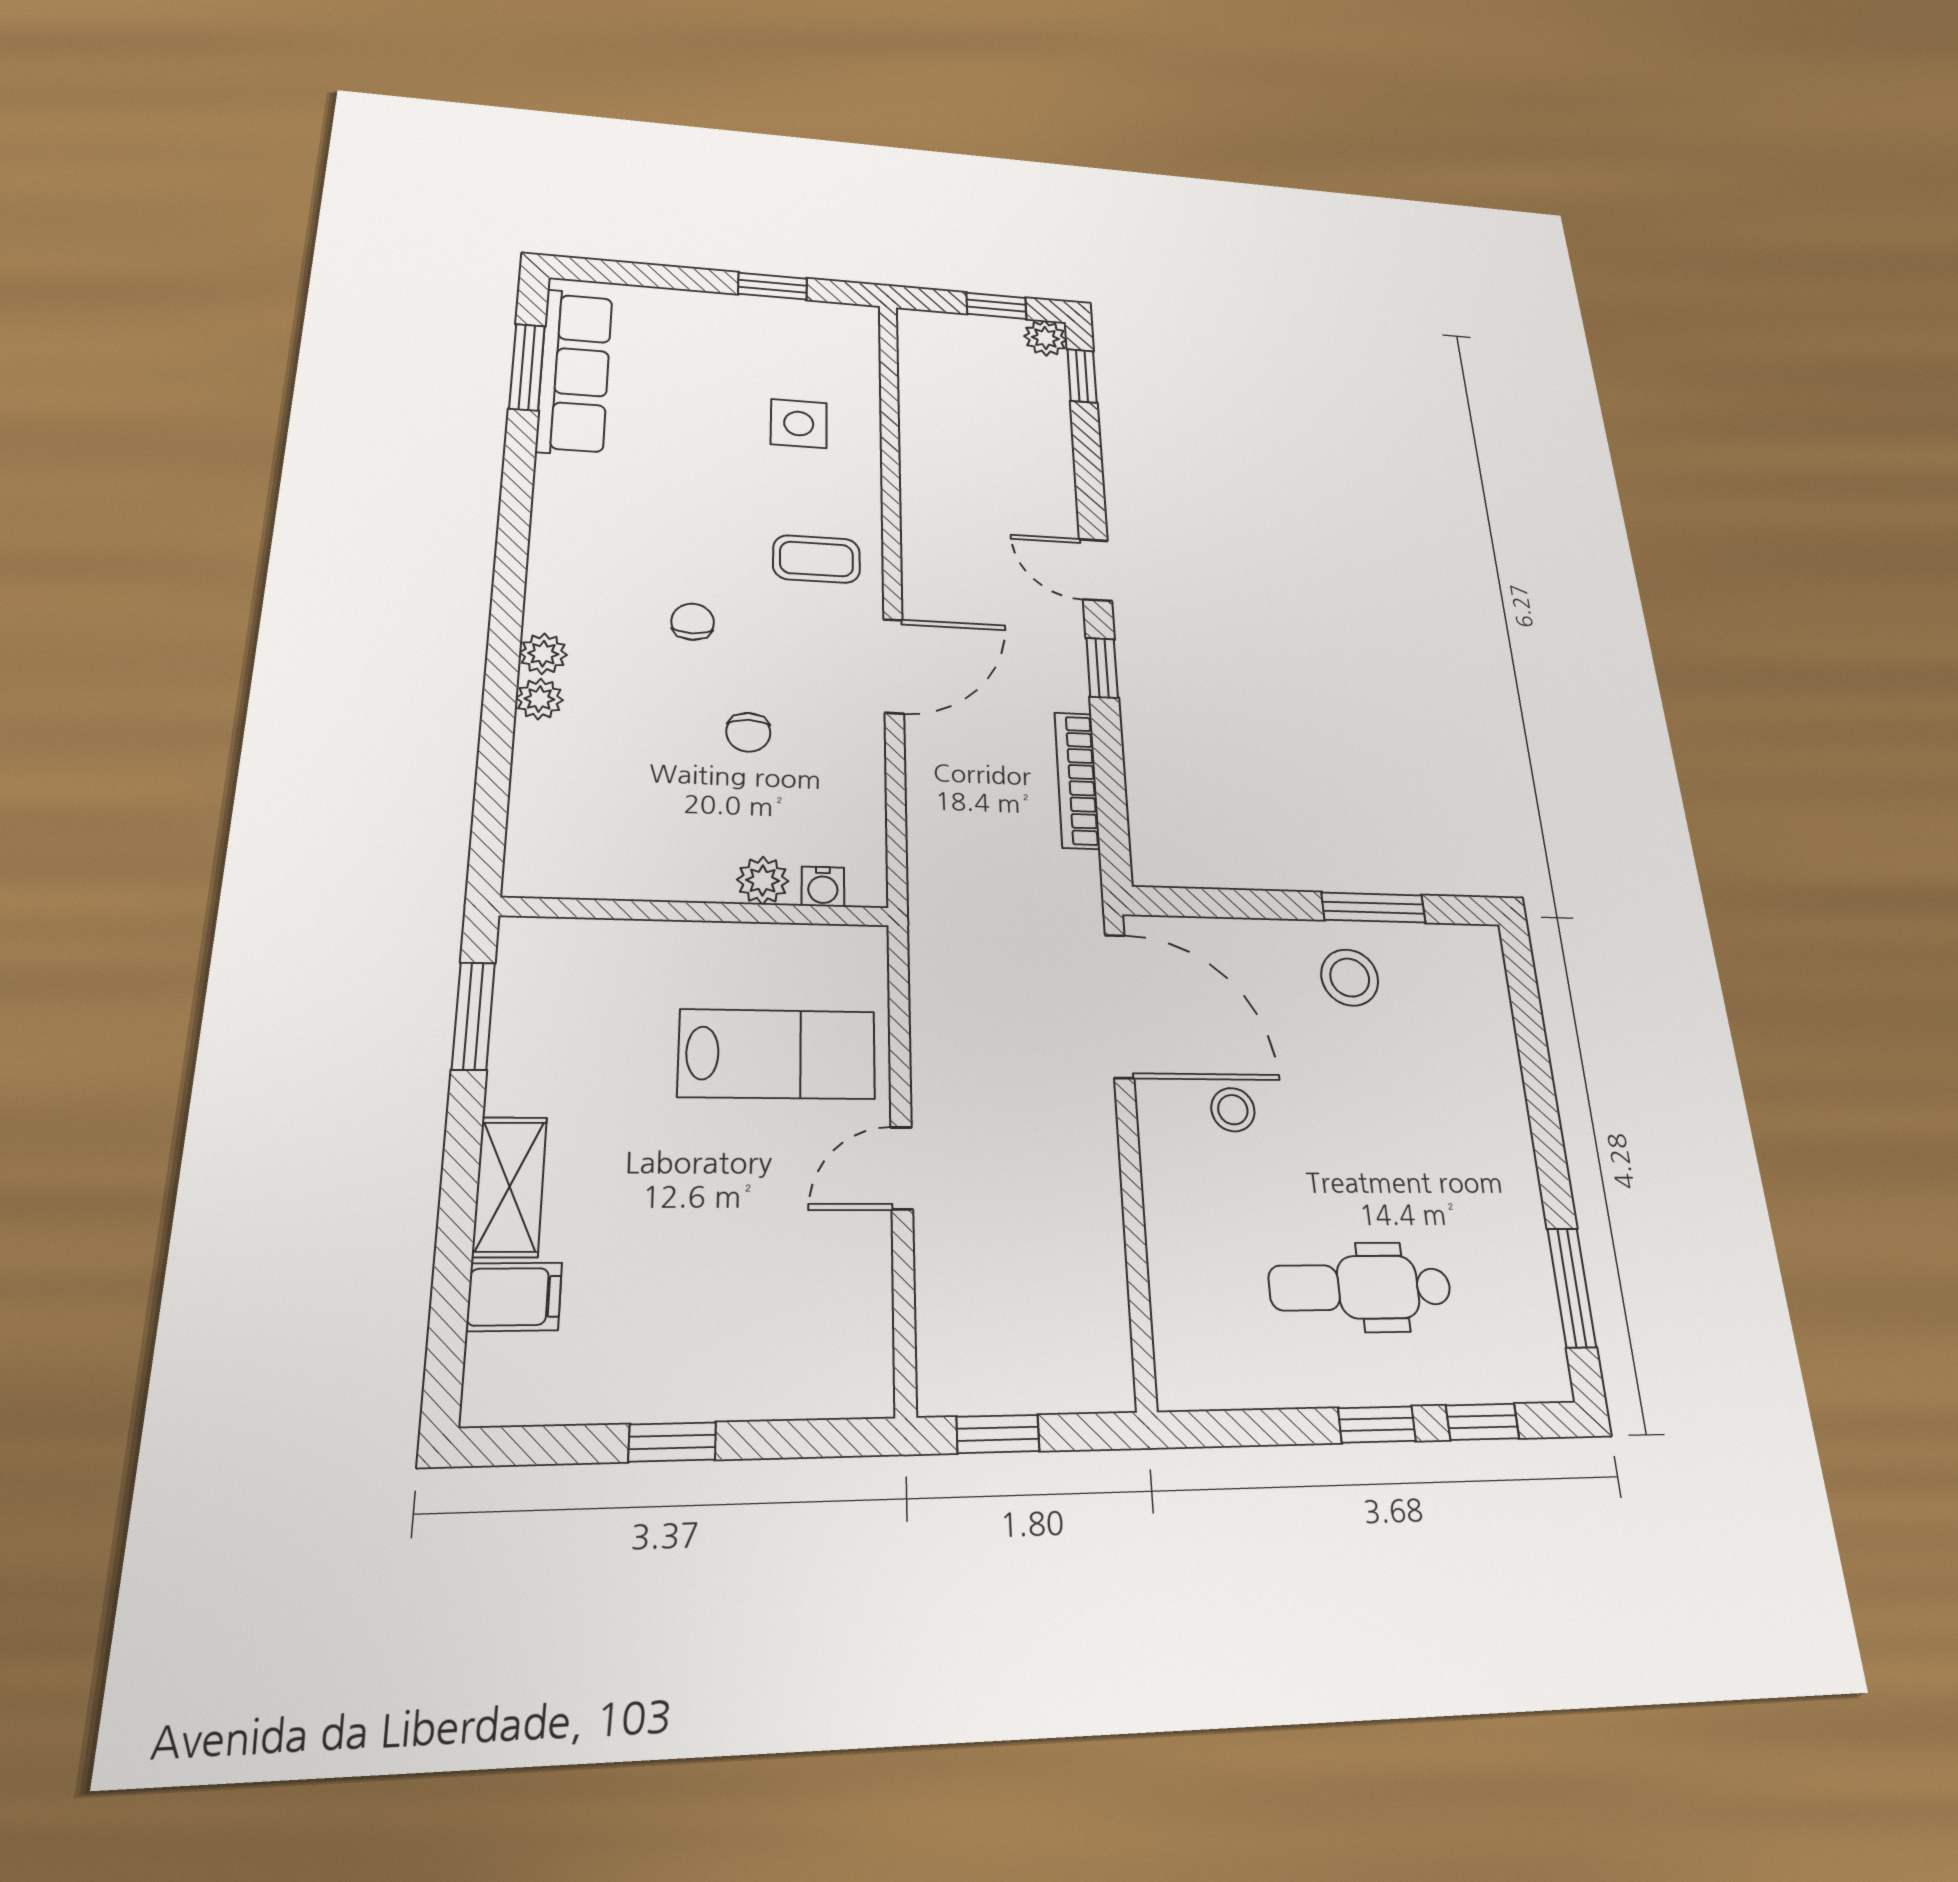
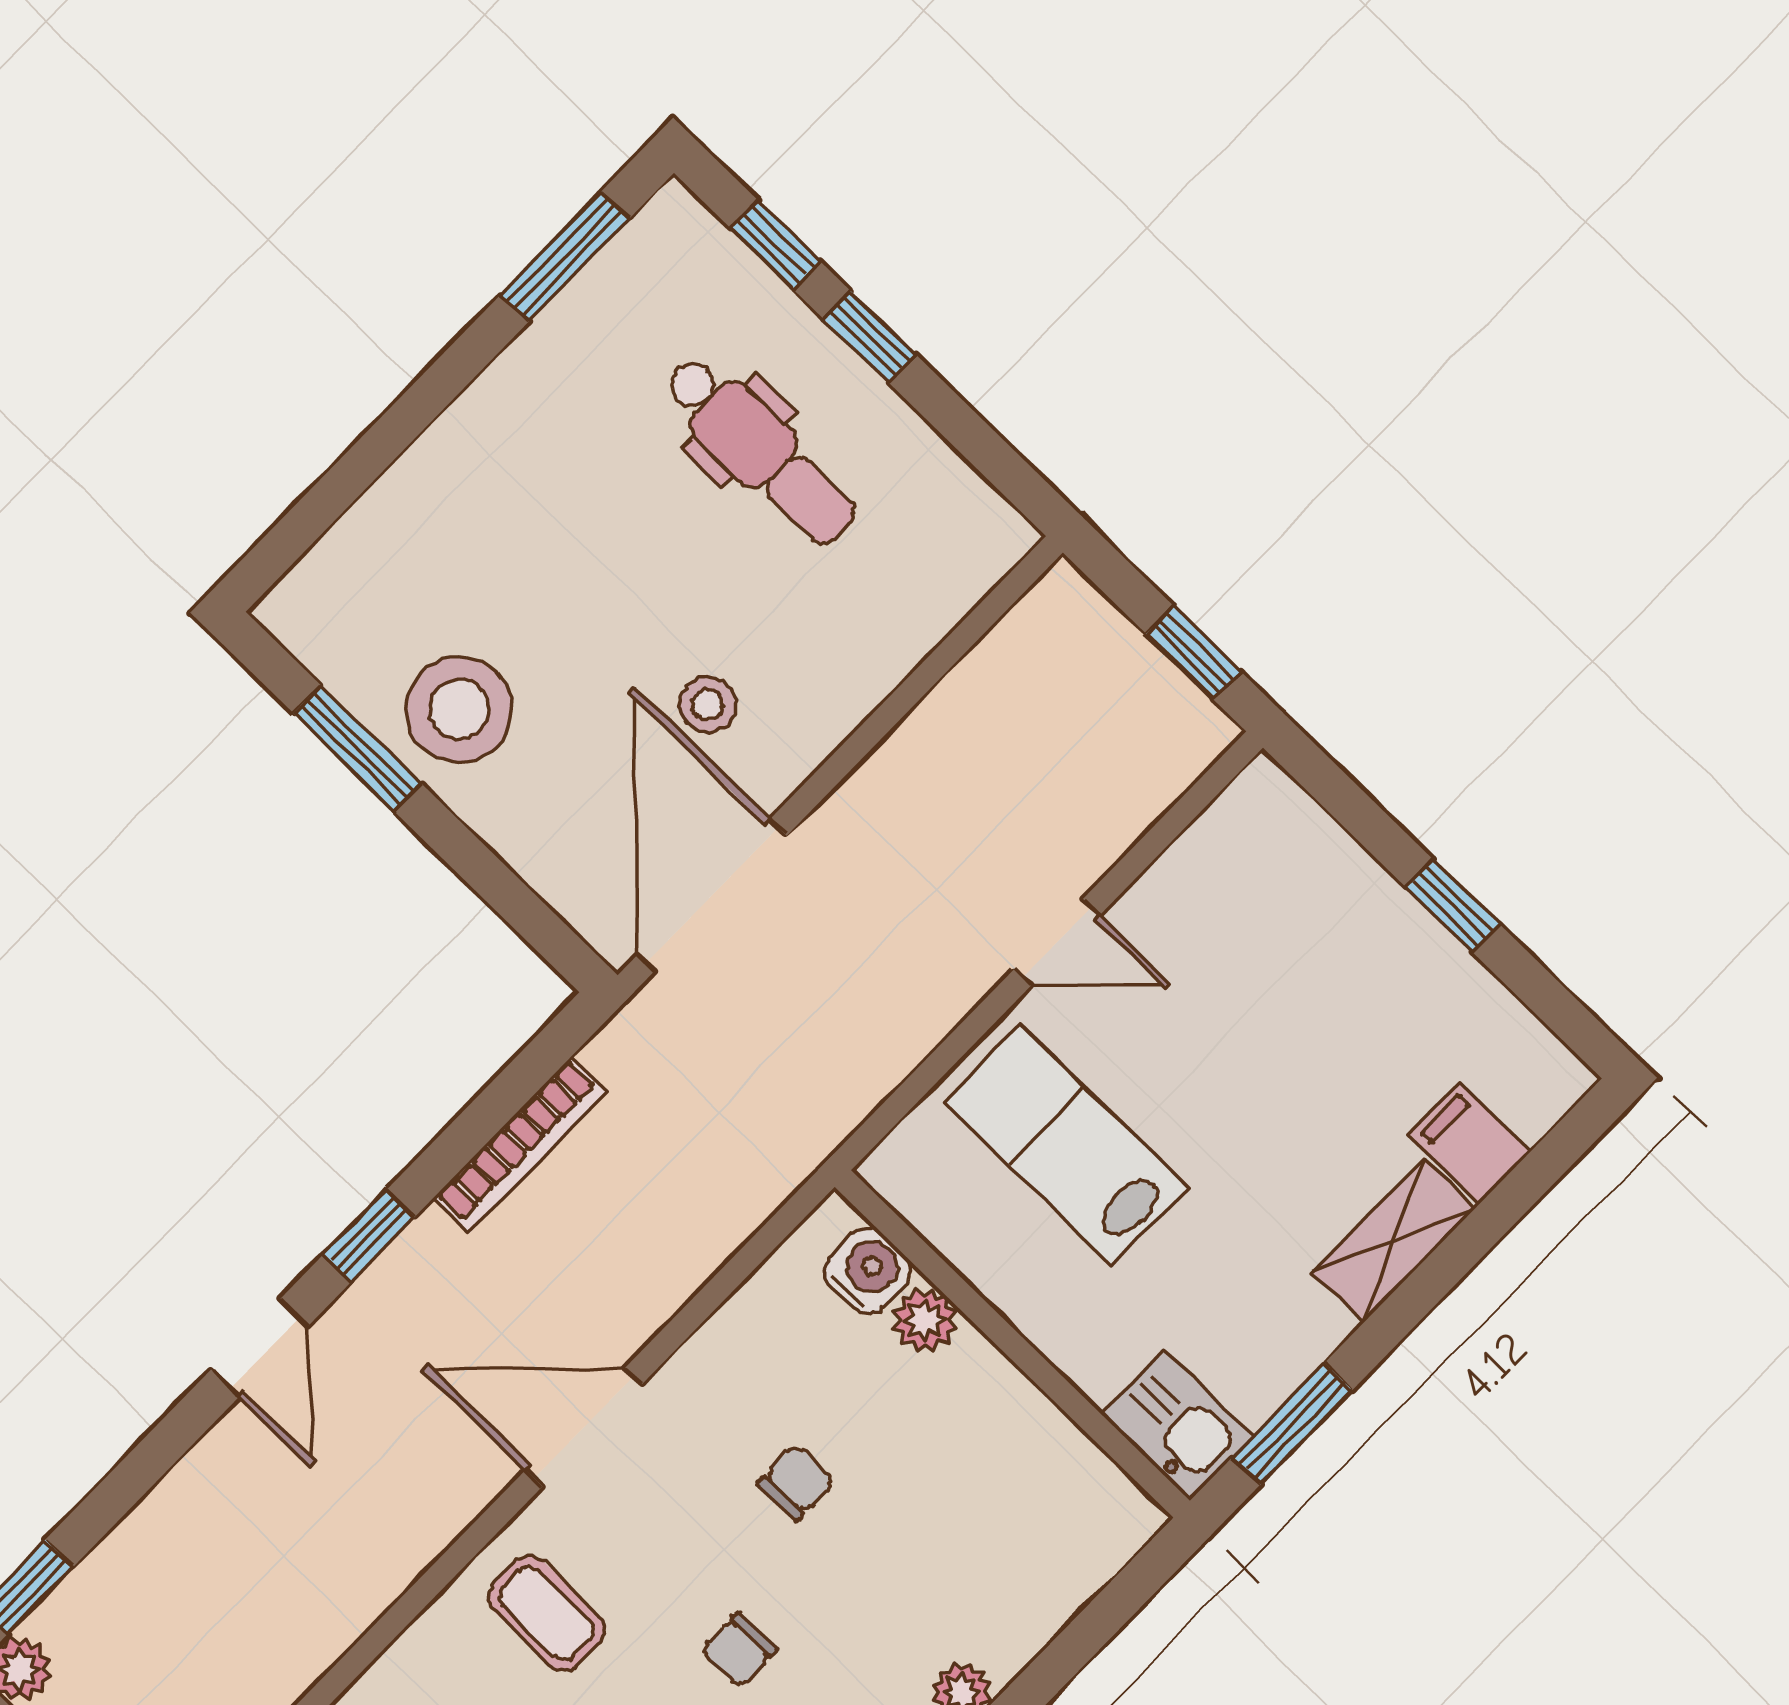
water cooler: (823, 887) -> (868, 1271), width x1.38, depth x1.38
kitchen sink: (549, 952) -> (1177, 1425), added
stool: (1350, 978) -> (459, 709), width x1.38, depth x1.38

